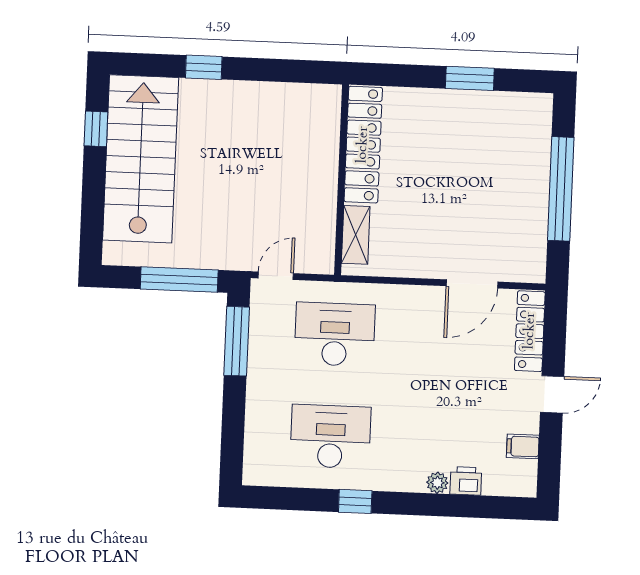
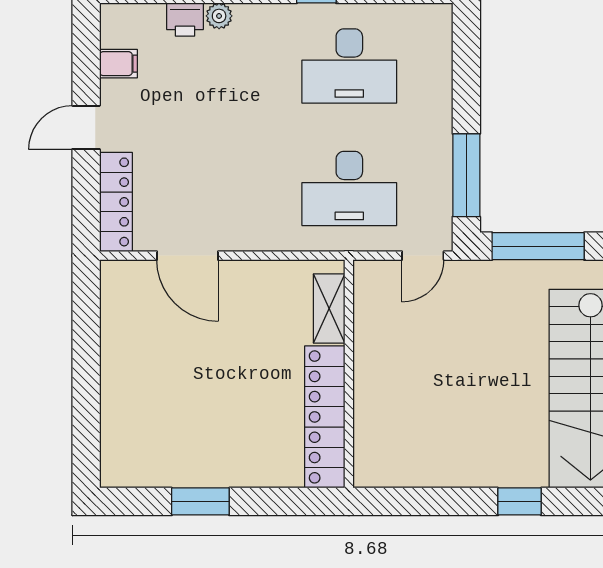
window: (561, 189) -> (86, 374), removed
door: (472, 284) -> (188, 256), swing flipped

